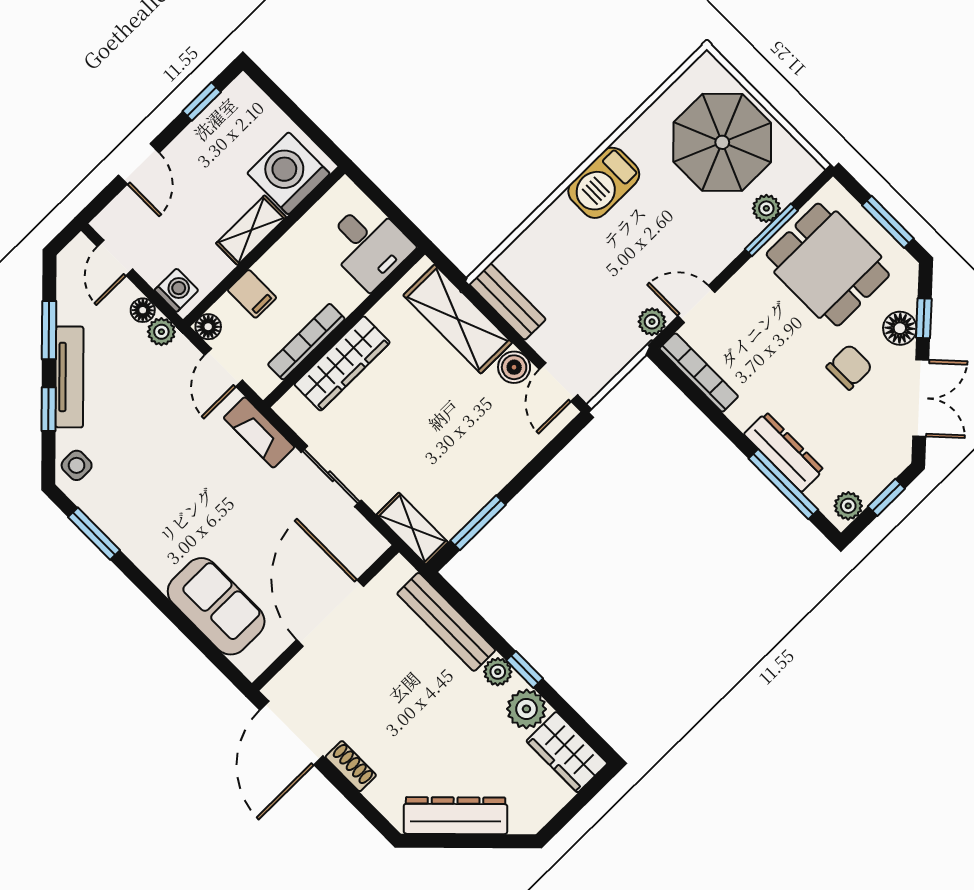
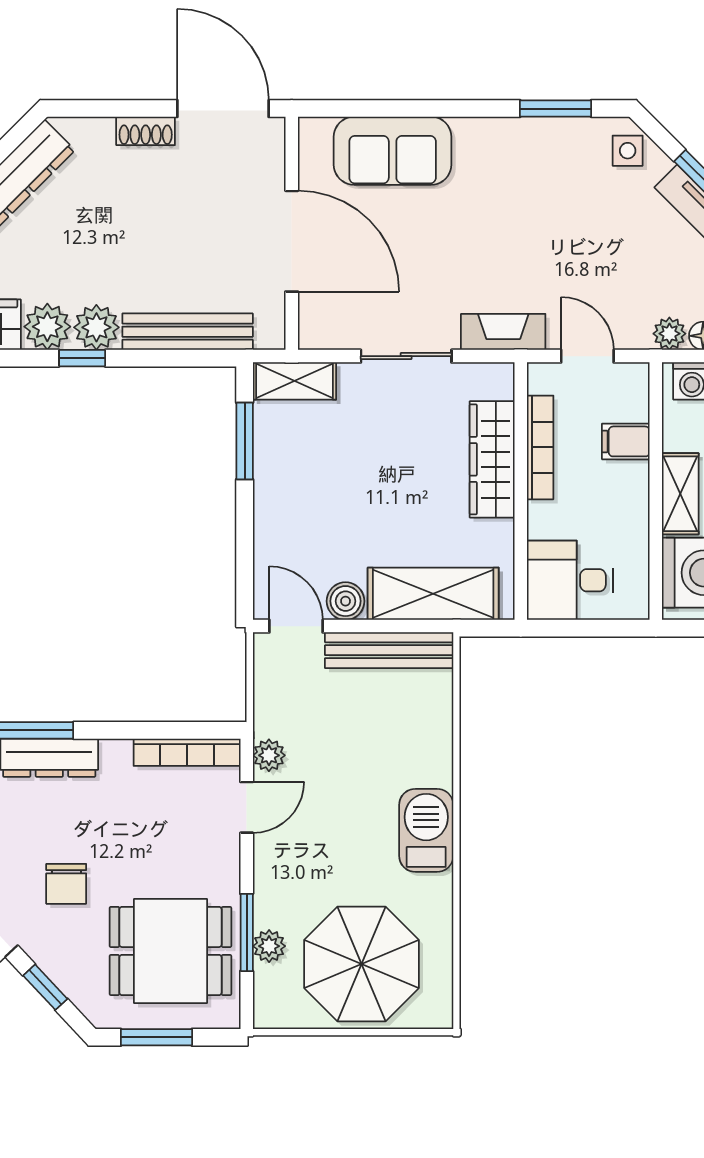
bench: (507, 302) -> (389, 650), width x1.36
floor lamp: (208, 327) -> (635, 377), removed
floor lamp: (900, 328) -> (57, 959), removed
plant: (498, 672) -> (96, 327), width x1.38, depth x1.38

